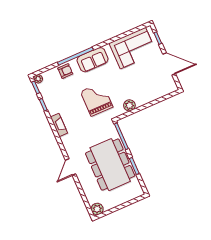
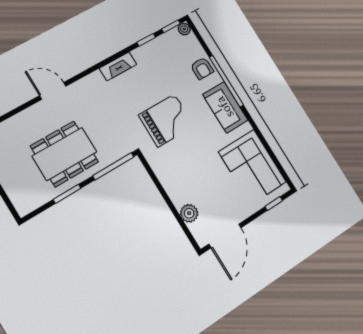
door: (169, 64) -> (225, 236), moved
plant: (129, 105) -> (189, 213), moved
dining table: (110, 165) -> (65, 154), width x0.73, depth x0.80

